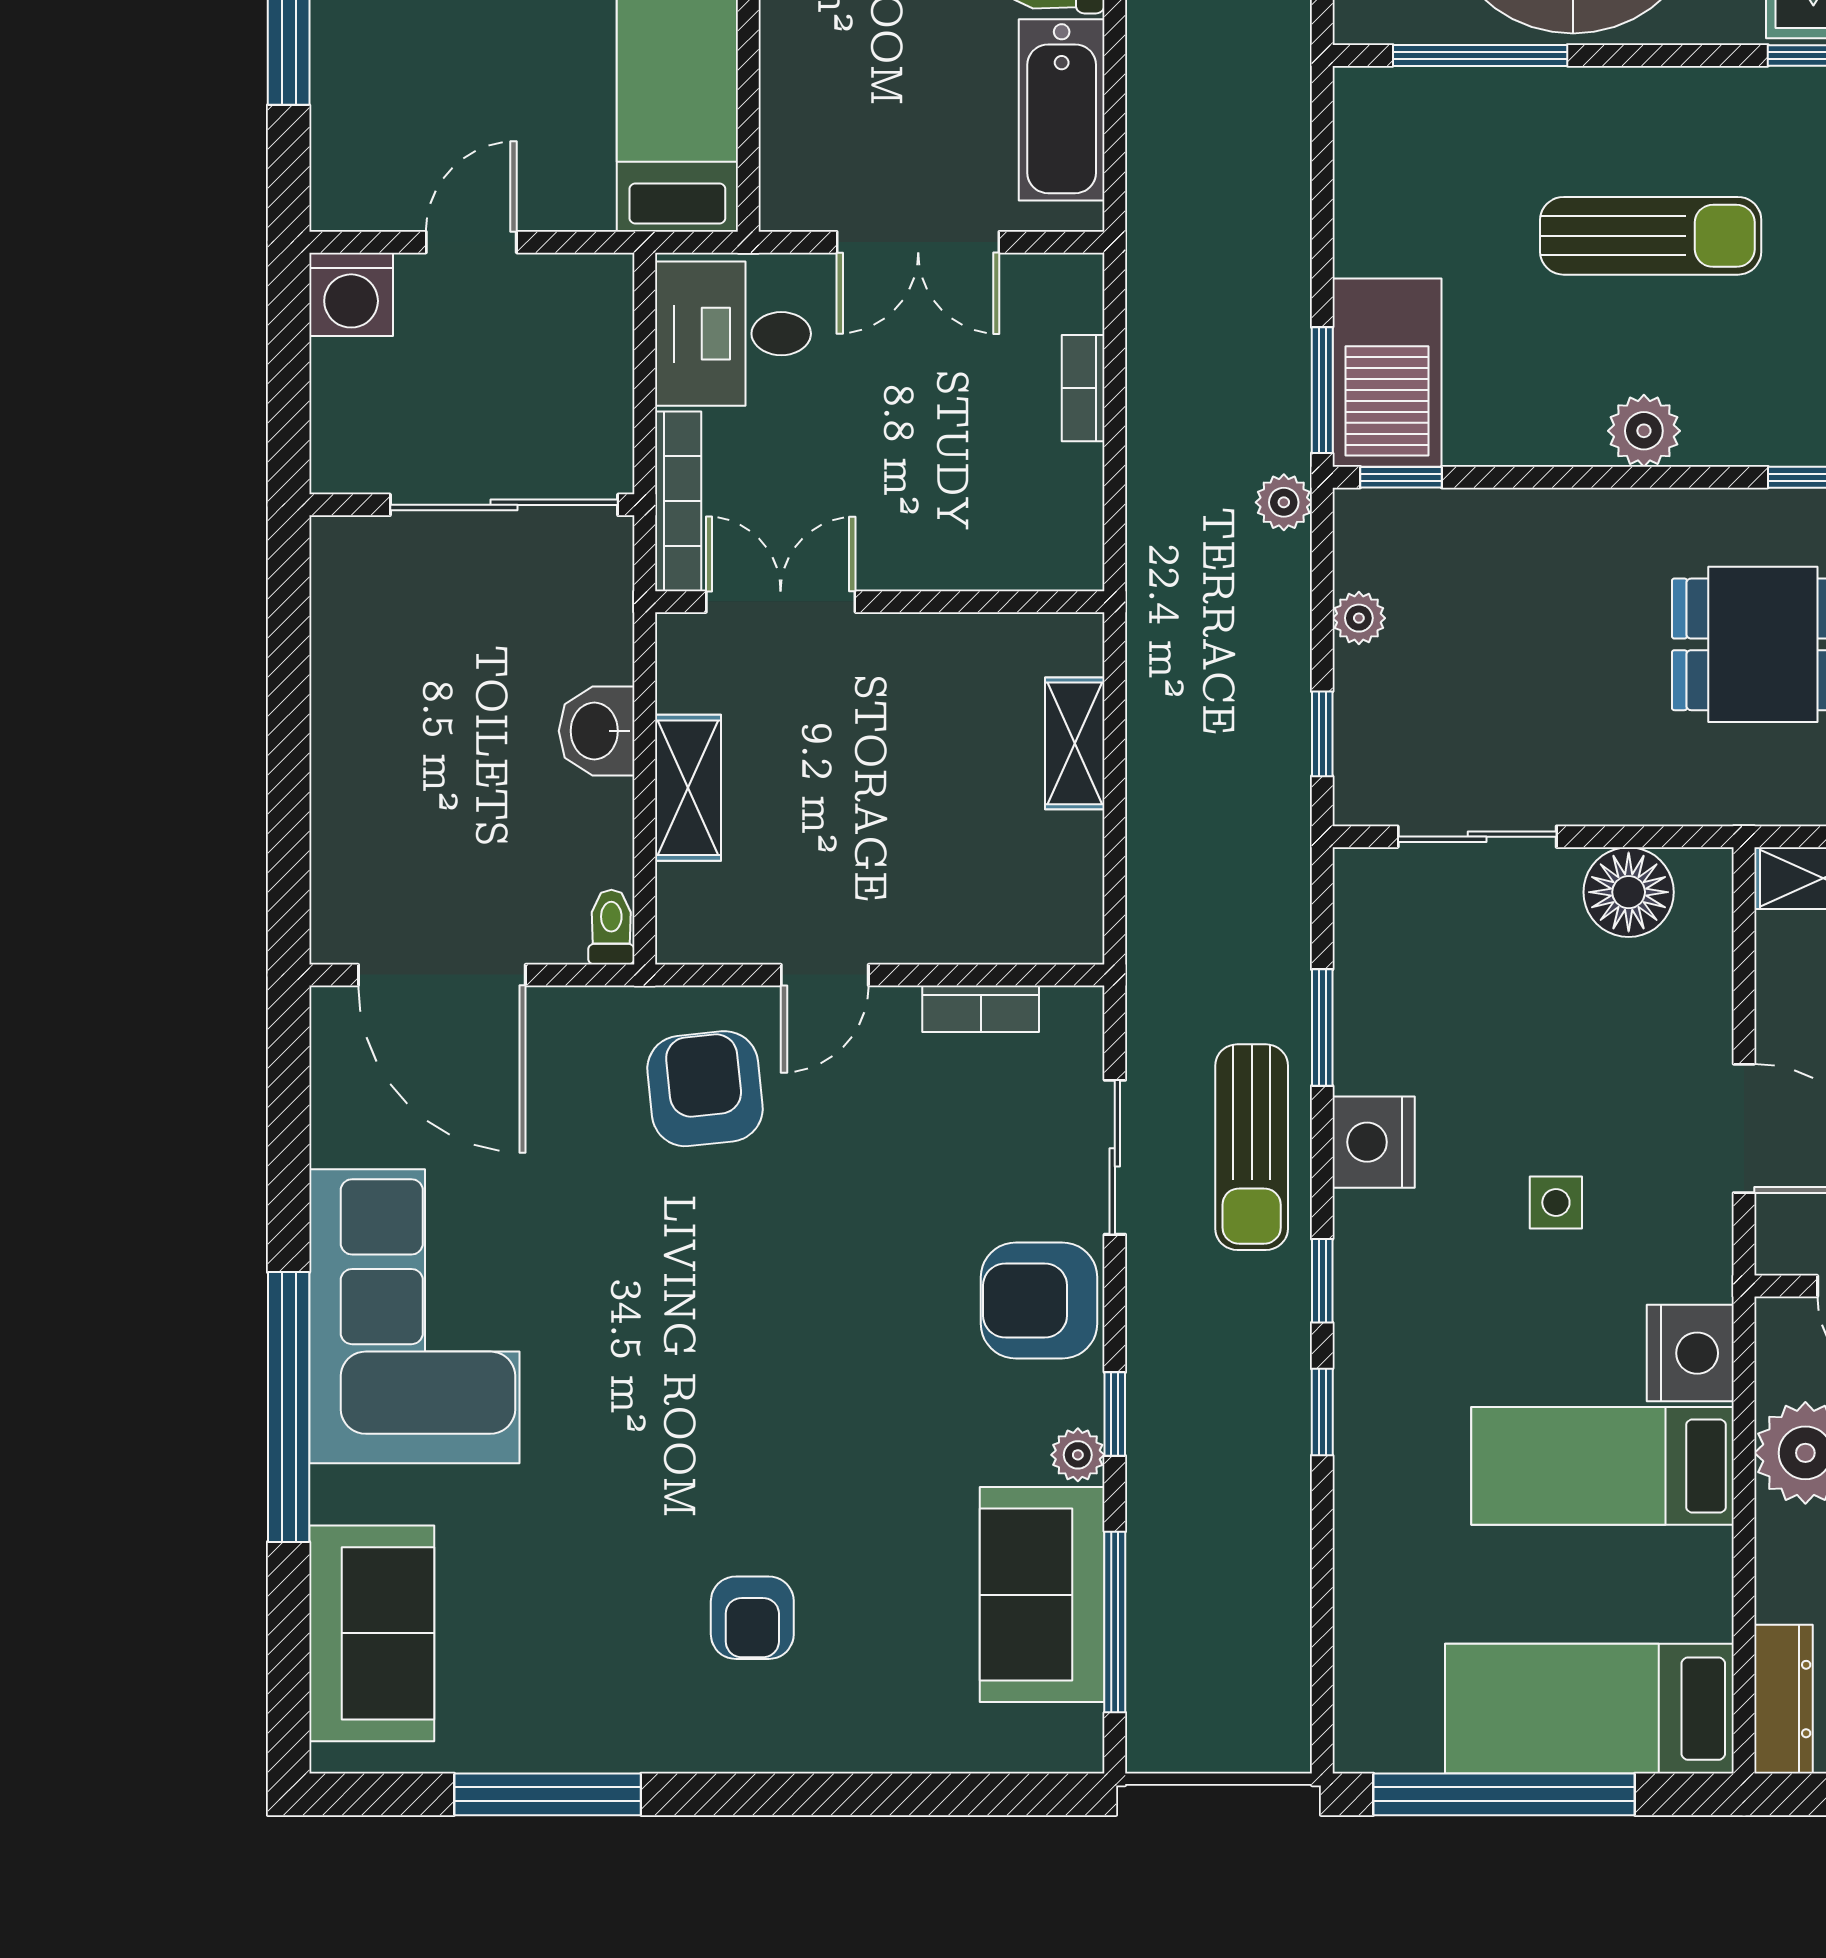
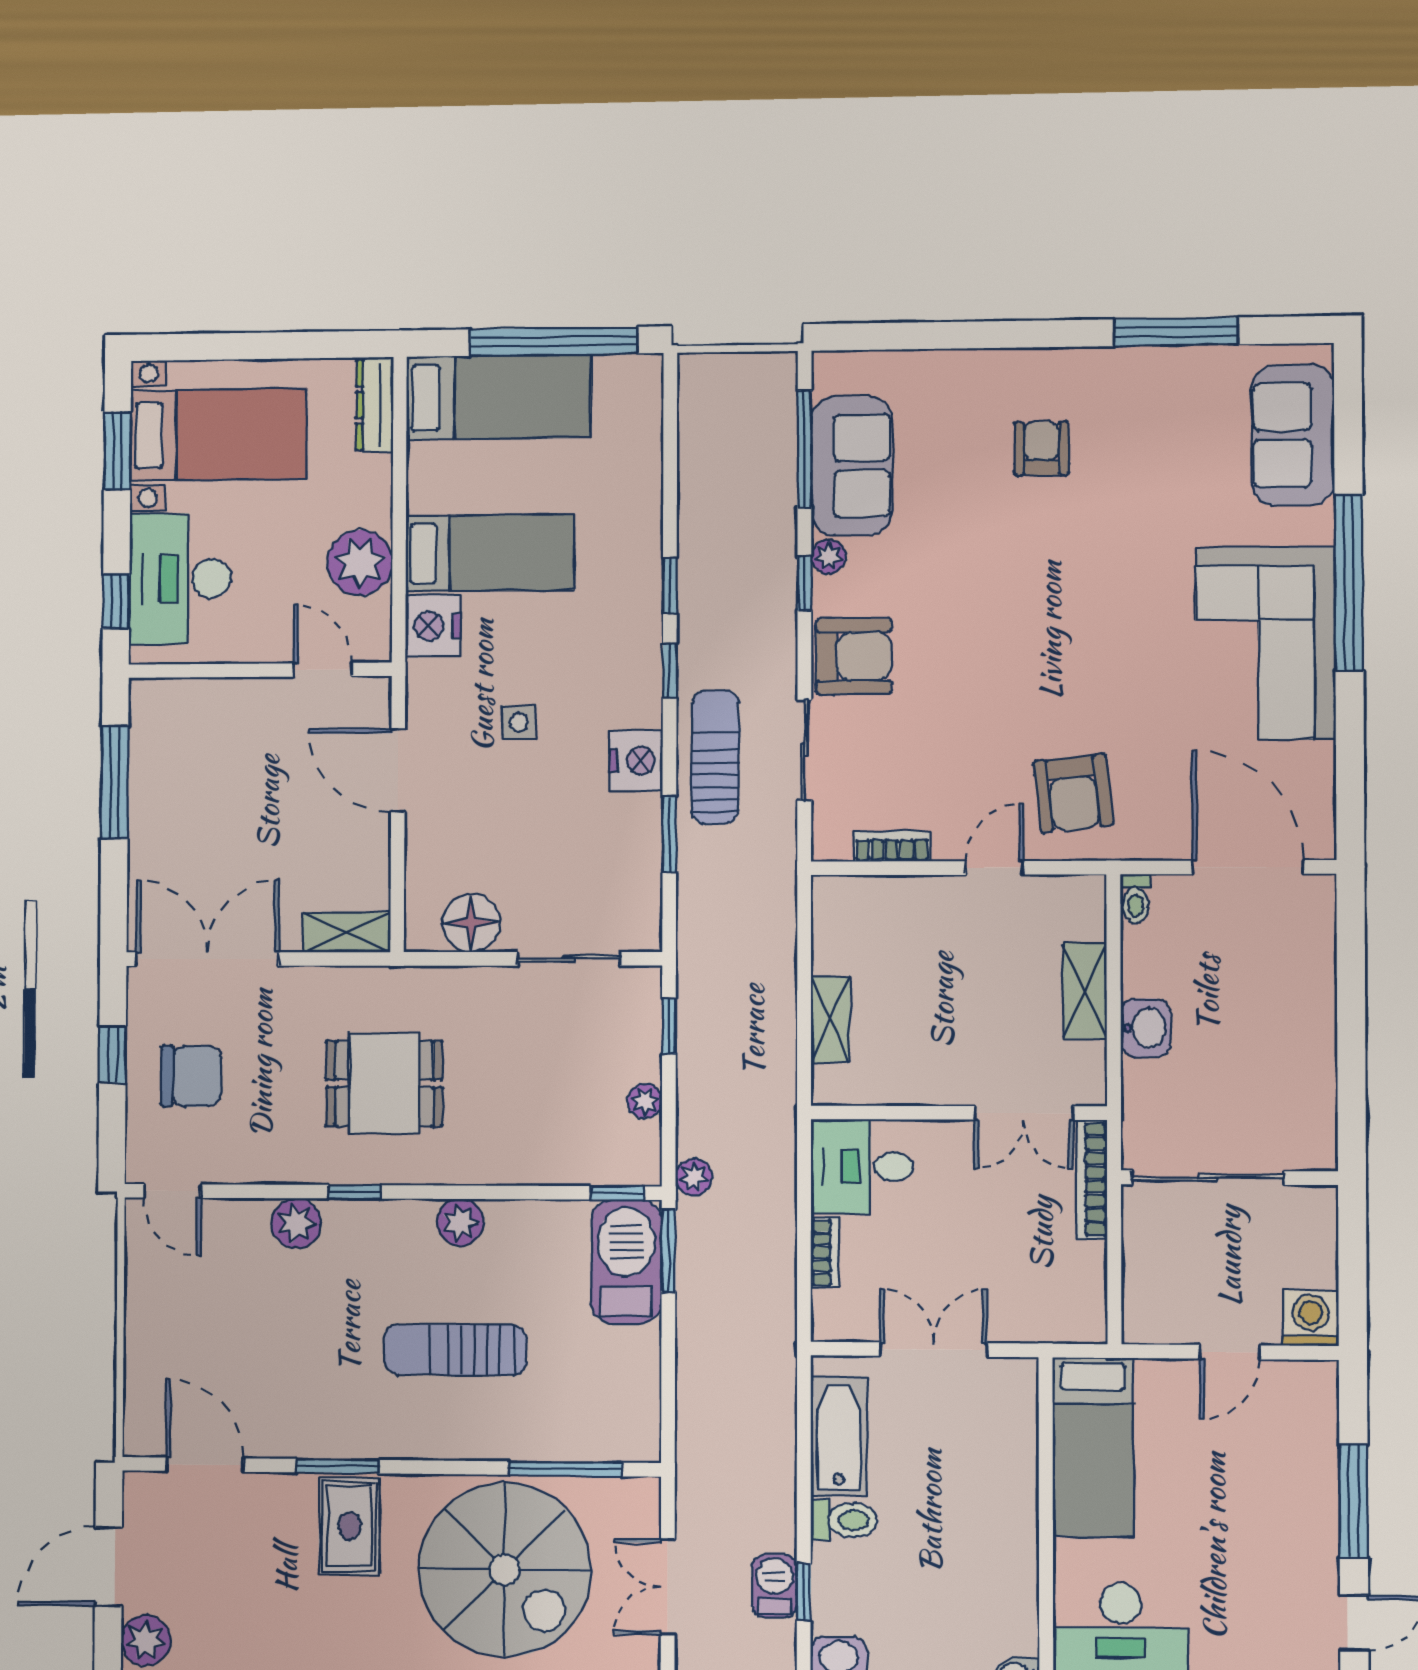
desk: (733, 334) -> (862, 1167), moved, turned 180

